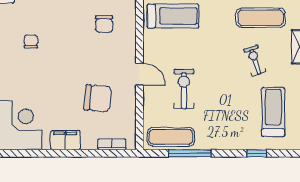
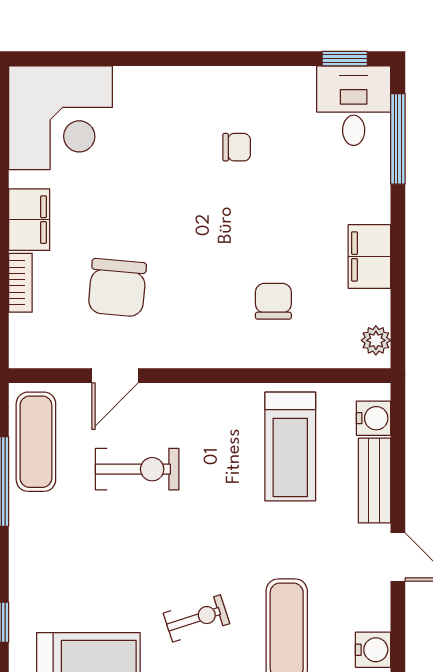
chair: (104, 24) -> (273, 301), turned 90
door: (139, 74) -> (115, 376), moved
bookcase: (112, 144) -> (20, 283), moved

